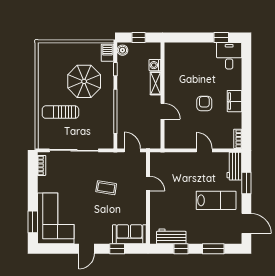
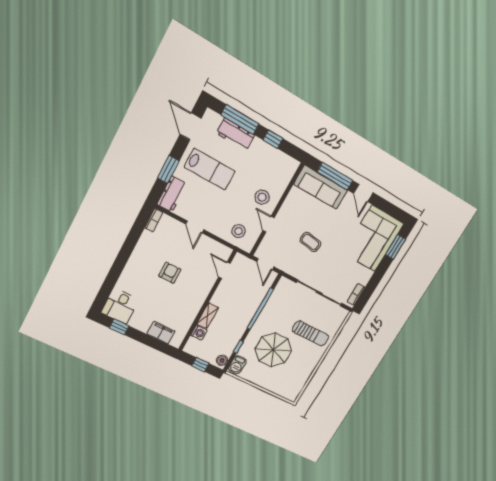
filing cabinet: (234, 101) -> (161, 333), moved, turned -90
armchair: (204, 104) -> (170, 273), turned 180
door: (162, 111) -> (224, 270), moved
stool: (169, 165) -> (238, 231), added
lab bench: (216, 200) -> (210, 169), turned 180
stool: (165, 201) -> (262, 197), added
sofa: (129, 234) -> (321, 187), width x1.36
workbench: (171, 236) -> (236, 134), moved
door: (87, 249) -> (363, 193), swing flipped
window: (117, 249) -> (335, 176), width x2.17
window: (213, 249) -> (240, 119), width x1.44

